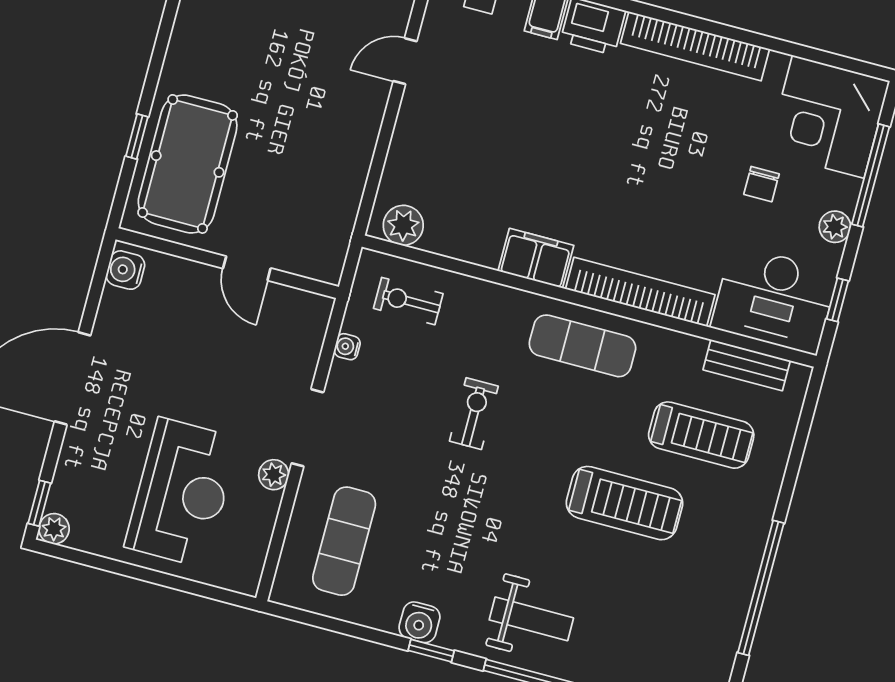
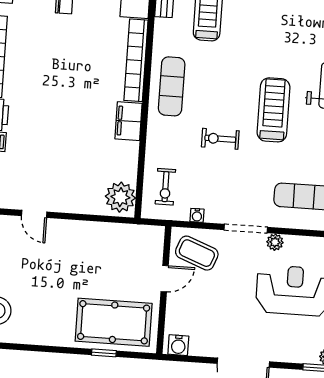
plant: (403, 225) -> (120, 197), width x1.36, depth x1.36
coffee table: (281, 334) -> (197, 253), added
treadmill: (625, 503) -> (274, 110), moved

